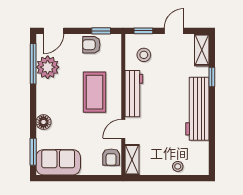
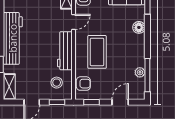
door: (54, 31) -> (120, 102), moved
armchair: (91, 45) -> (83, 84), moved
plant: (48, 67) -> (140, 72), width x0.53, depth x0.53

